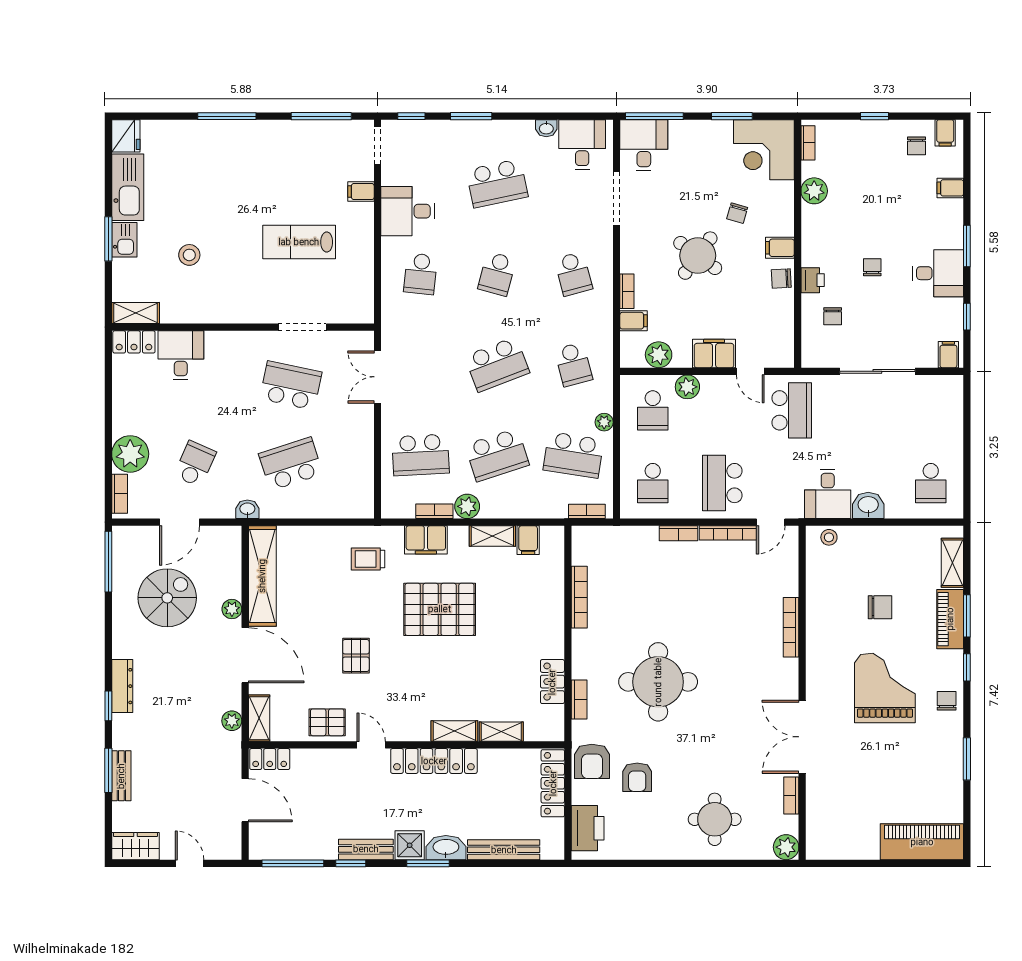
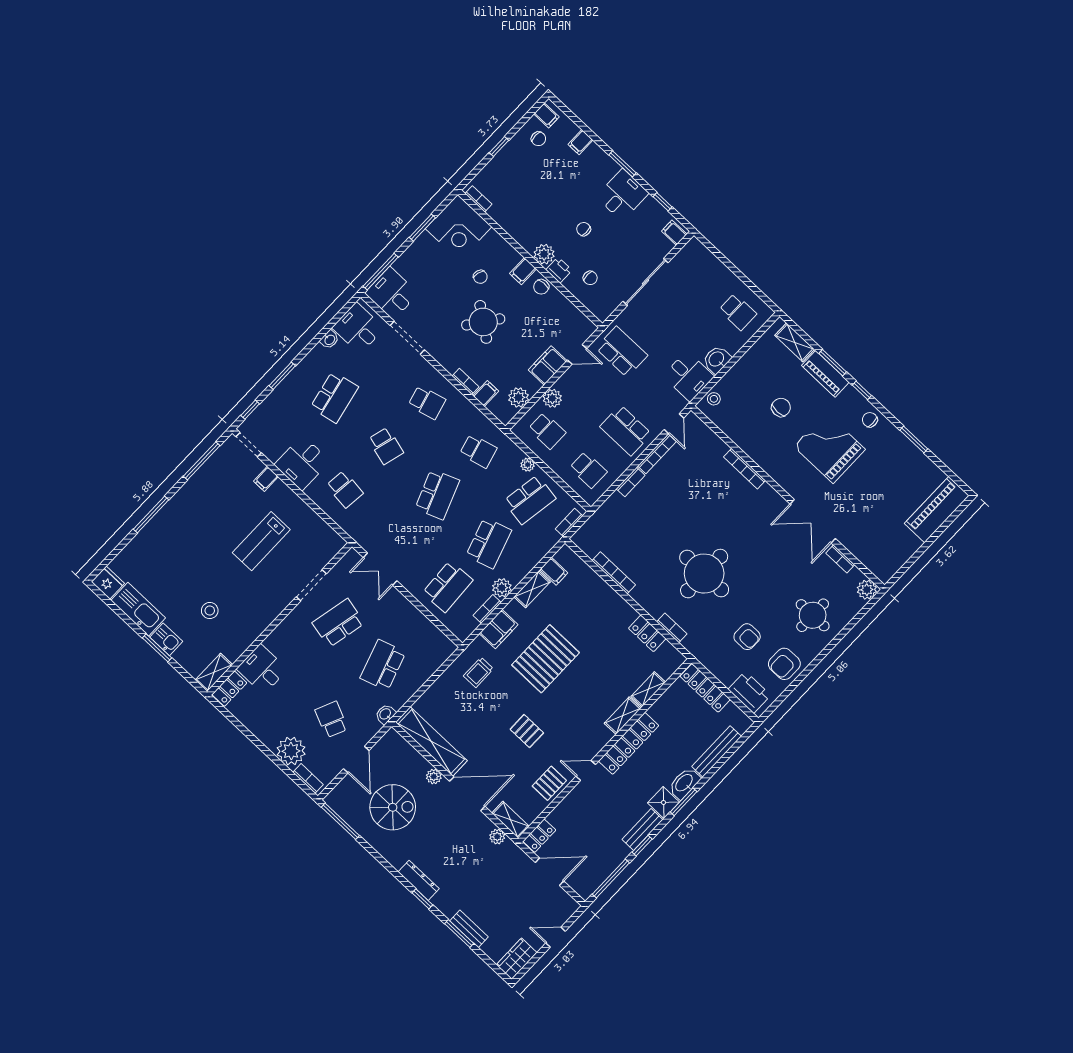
plant: (814, 191) -> (544, 254), moved
spiral stairs: (167, 598) -> (393, 807), turned 90
armchair: (592, 761) -> (784, 664), moved, turned 90

